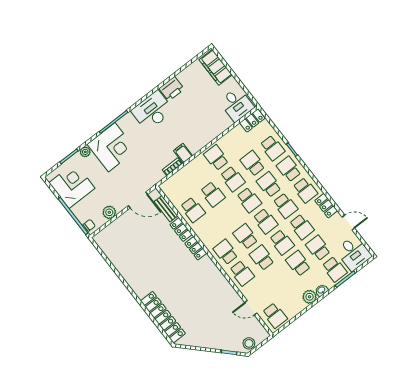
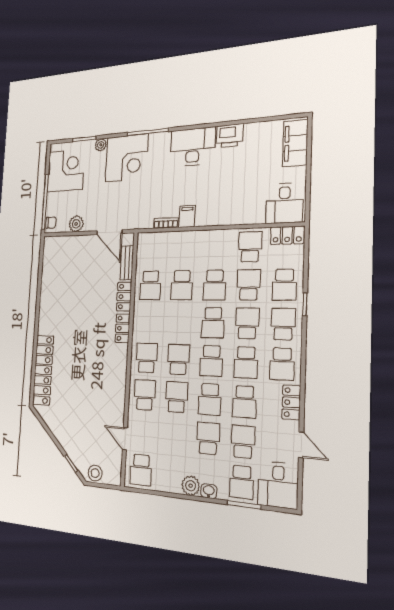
school desk: (216, 158) -> (250, 247), moved
school desk: (242, 273) -> (145, 395), turned 180

